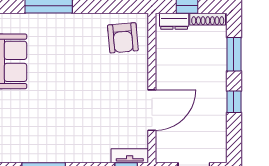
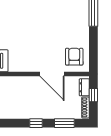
armchair: (123, 38) -> (74, 57), turned 95
door: (152, 110) -> (52, 74), moved

